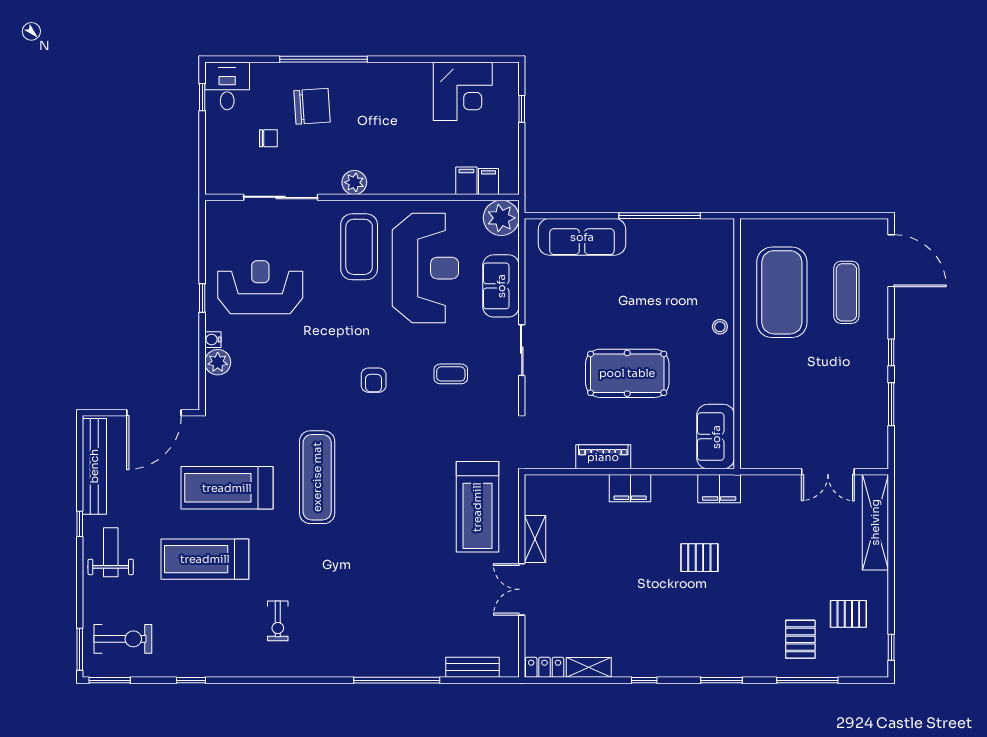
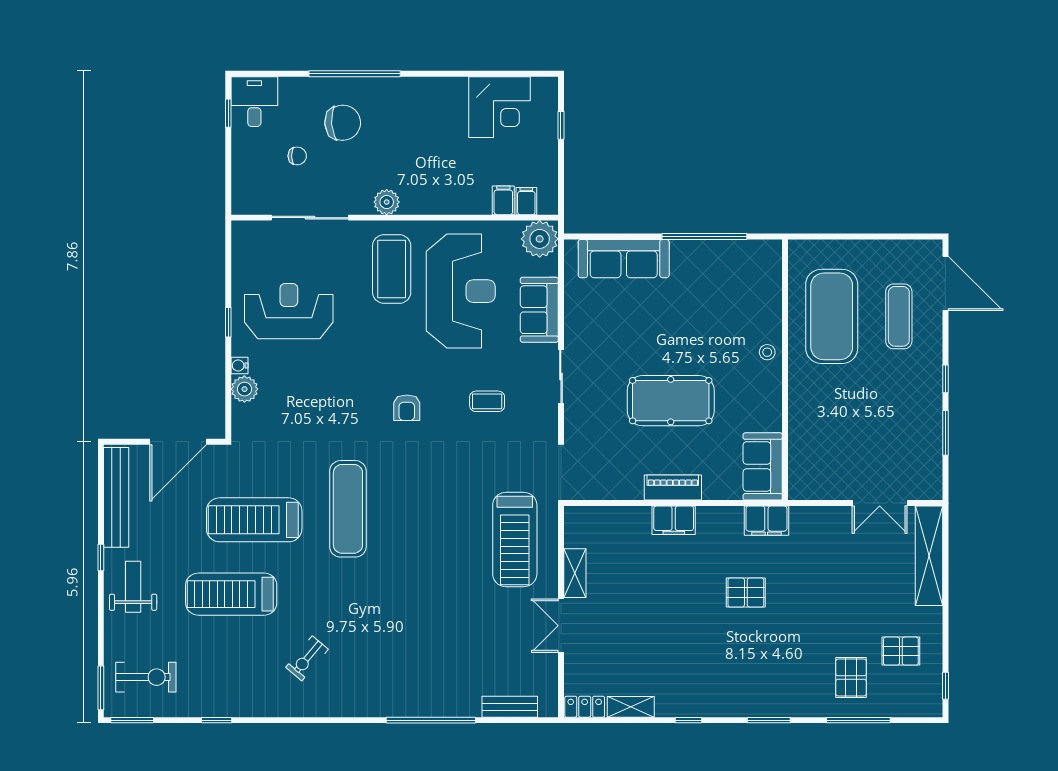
piano: (603, 457) -> (673, 488), moved
exercise bike: (278, 621) -> (307, 658), turned 40

